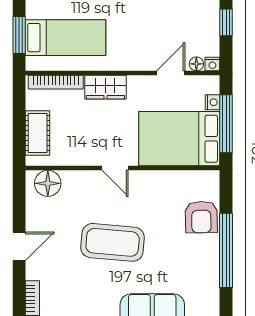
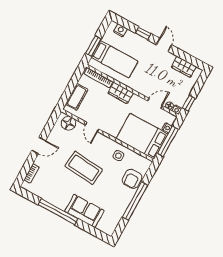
window: (226, 22) -> (189, 103), moved
door: (115, 168) -> (92, 127), moved
side table: (158, 191) -> (118, 156), added

